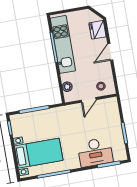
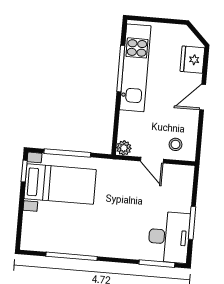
plant: (67, 87) -> (124, 148), moved
door: (89, 100) -> (152, 160), hinge flipped
desk: (95, 152) -> (169, 237), moved, turned -90
bed with nightstands: (39, 153) -> (60, 184), moved

